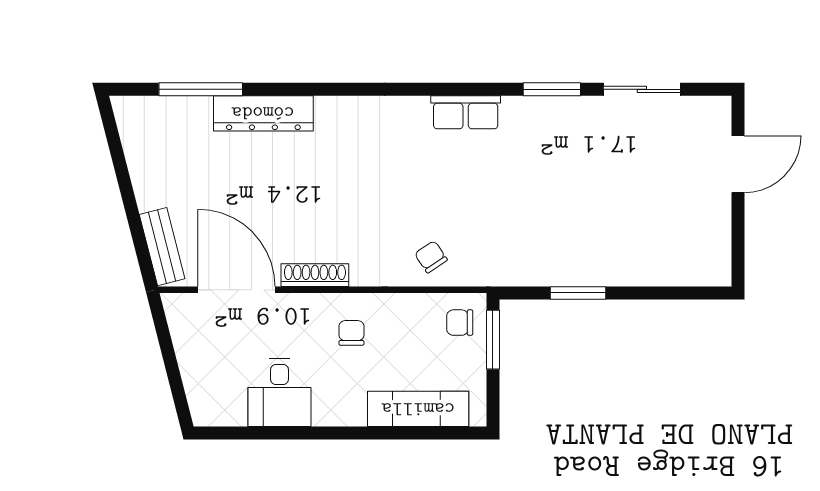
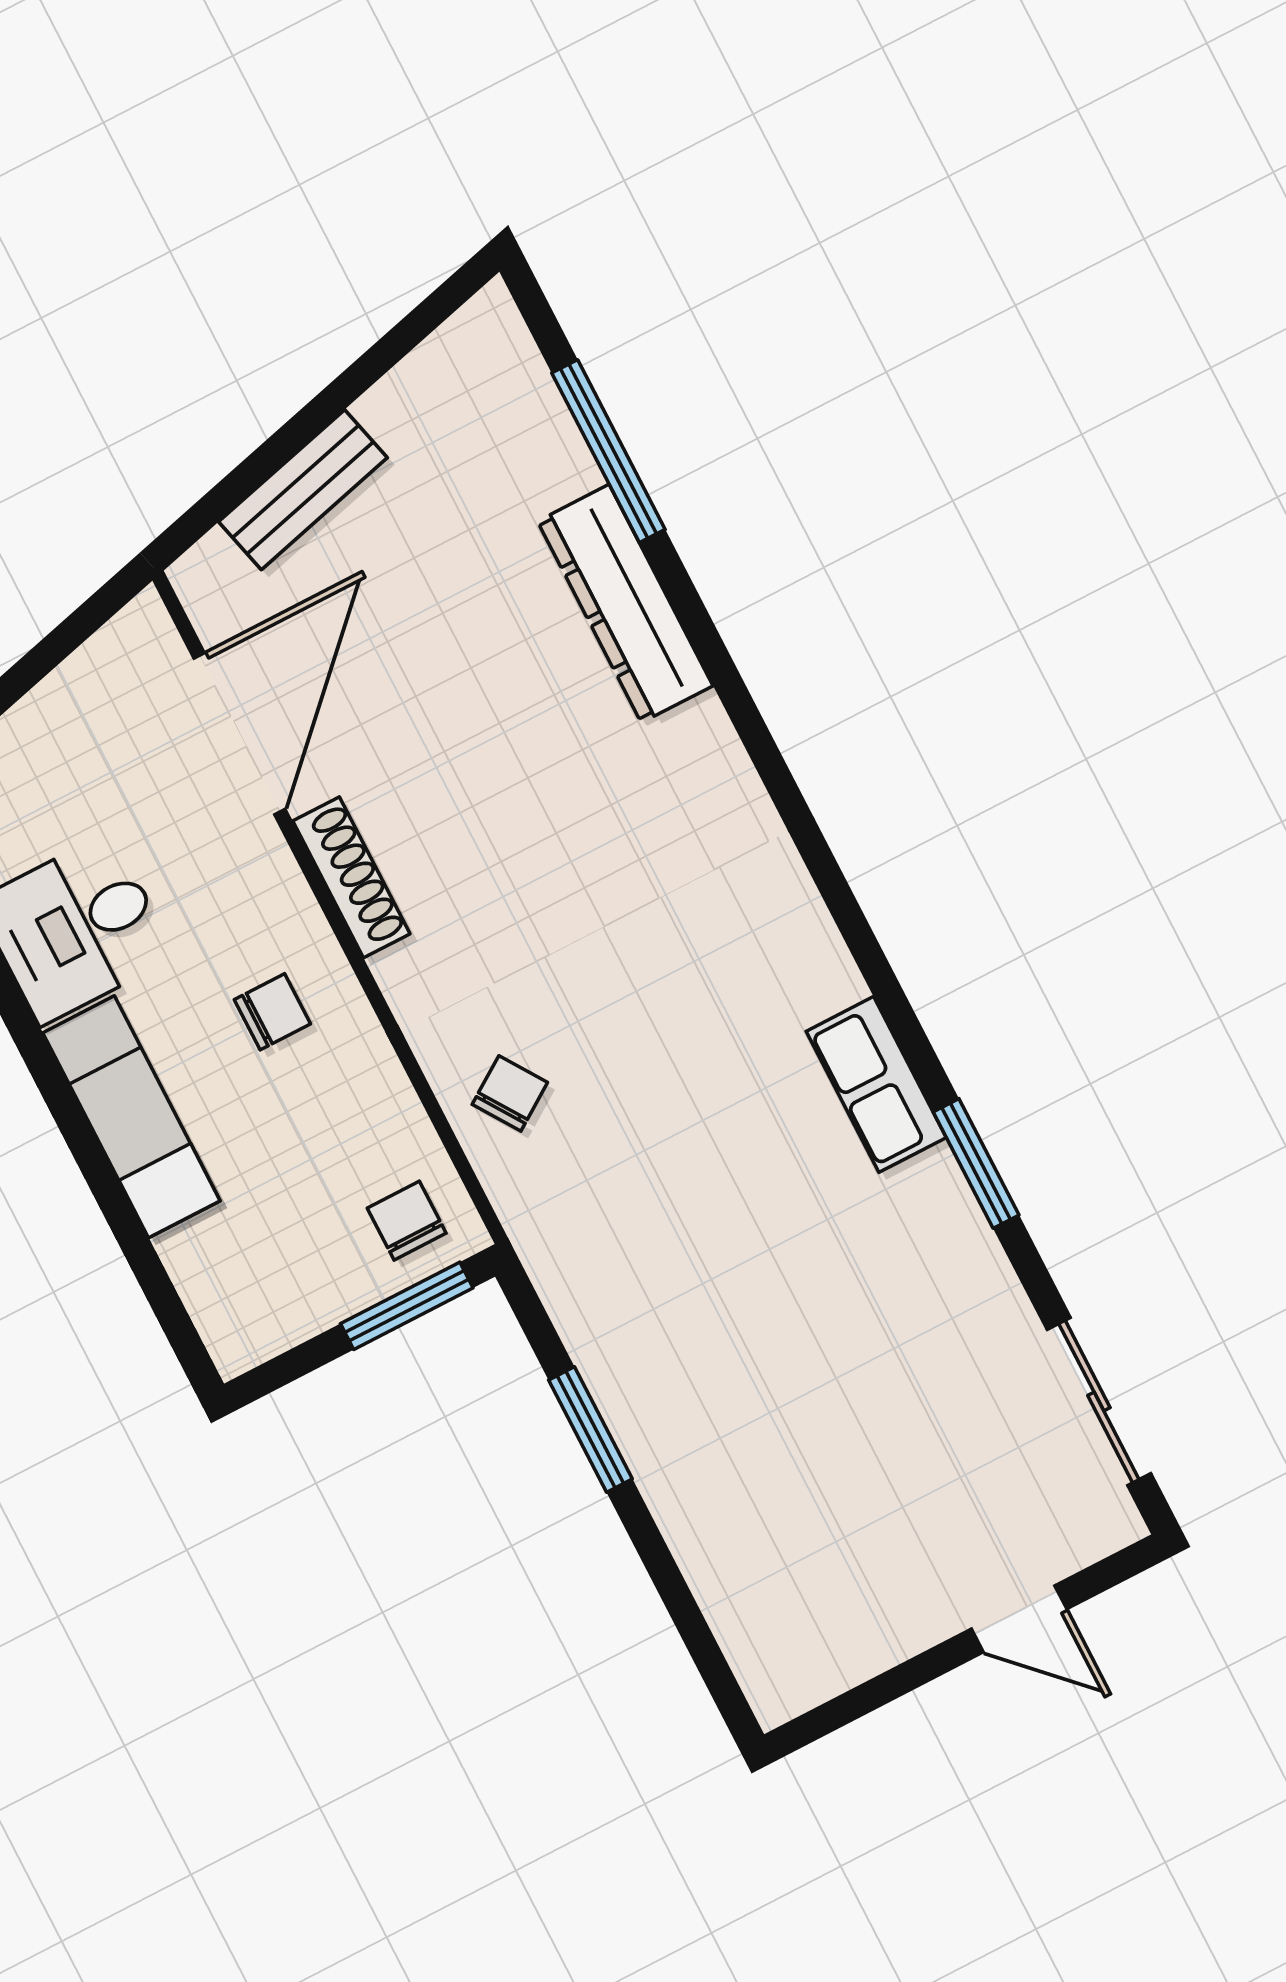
sliding door: (642, 89) -> (1099, 1402), moved
row of seats: (466, 112) -> (876, 1084), moved
door: (738, 164) -> (1019, 1619), width x0.73
bench: (162, 247) -> (303, 490), moved
exam couch: (418, 409) -> (131, 1117), moved

